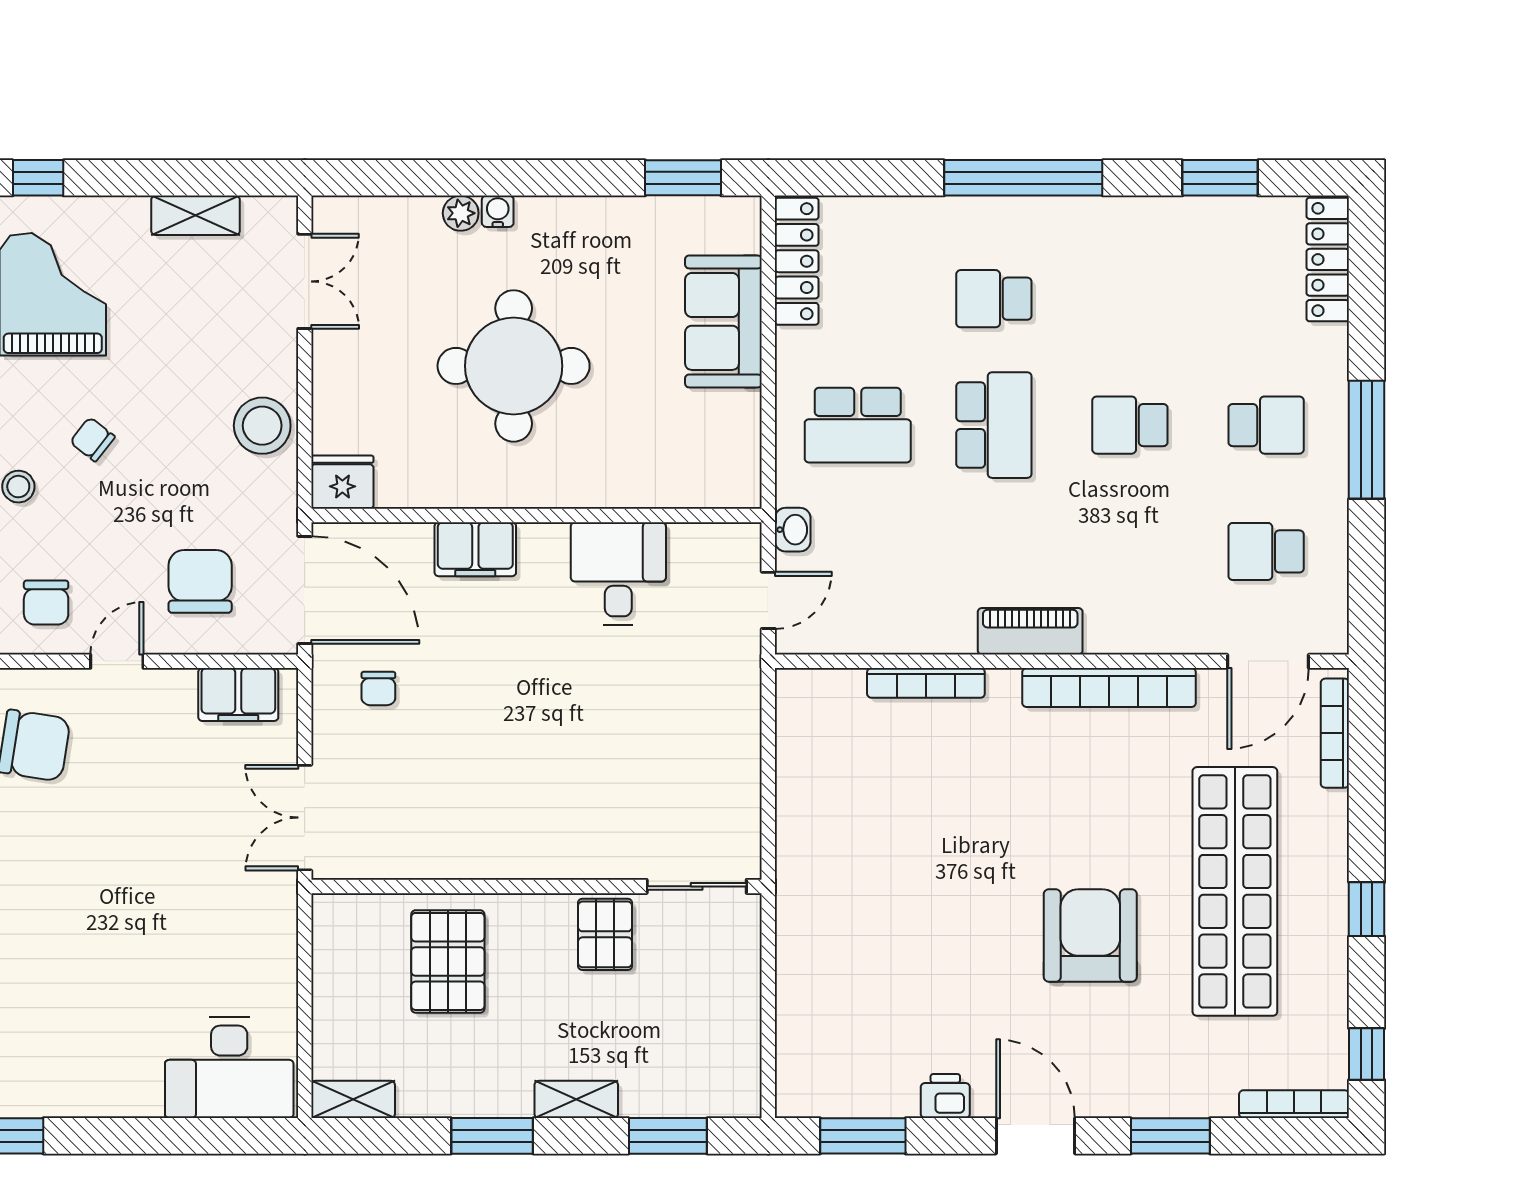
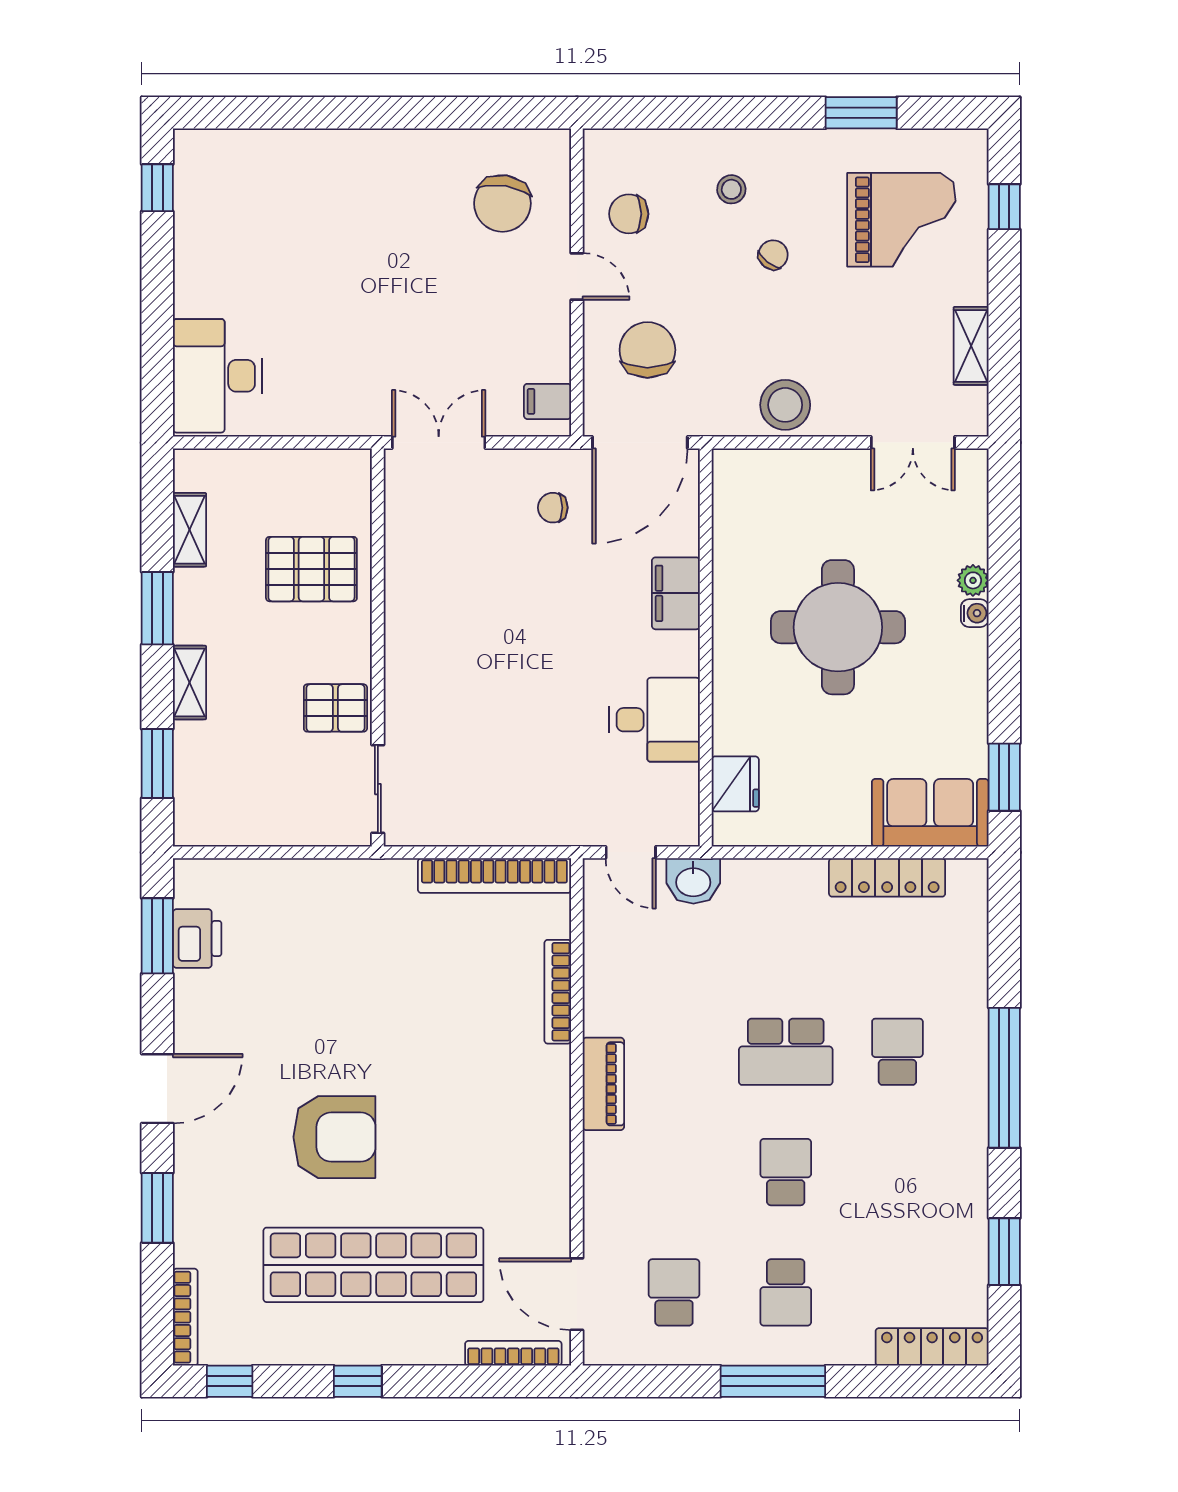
locker: (797, 261) -> (887, 877), moved
sofa: (723, 321) -> (930, 813), moved
school desk: (858, 425) -> (786, 931), removed
fridge: (342, 482) -> (735, 784), moved
washbasin: (793, 530) -> (693, 881), width x1.38, depth x1.45
chair: (200, 581) -> (647, 350), turned -90
bookcase: (1109, 688) -> (494, 876), moved, turned -90
filing cabinet: (238, 695) -> (547, 401), width x0.50
printer: (945, 1096) -> (197, 938), moved, width x1.36, depth x1.24
shelving: (353, 1099) -> (190, 530), moved

